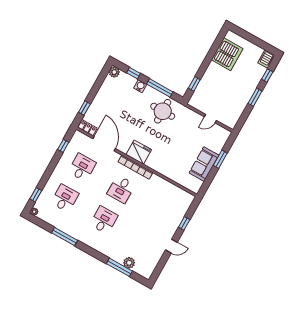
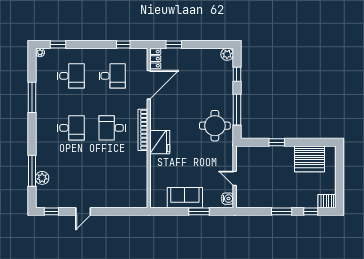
window: (194, 84) -> (277, 142), moved
water cooler: (140, 86) -> (228, 199), moved
fridge: (139, 152) -> (160, 142), moved
window: (184, 223) -> (51, 211), moved
door: (171, 246) -> (83, 211), hinge flipped

